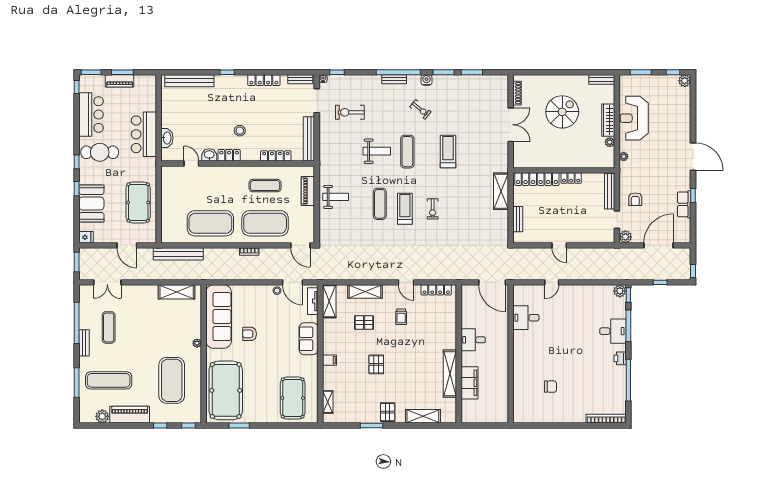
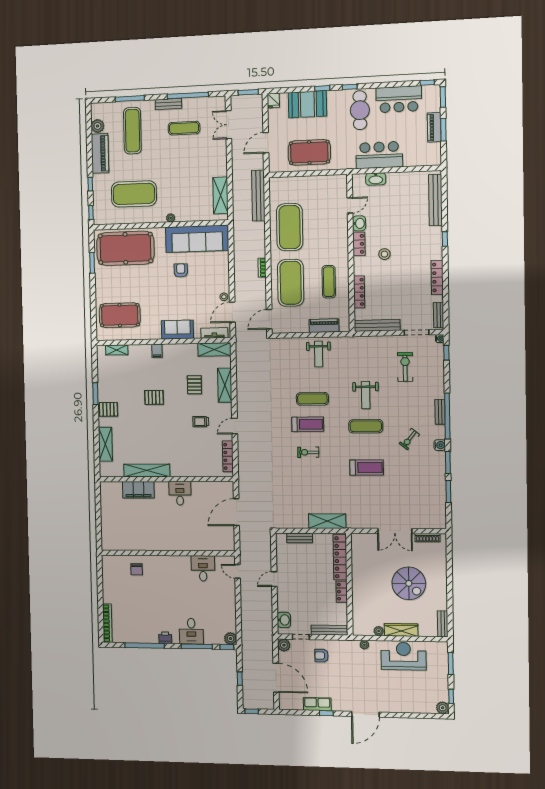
washbasin: (600, 236) -> (284, 620), added
desk: (526, 318) -> (203, 568), moved
wall: (511, 354) -> (168, 553), moved

